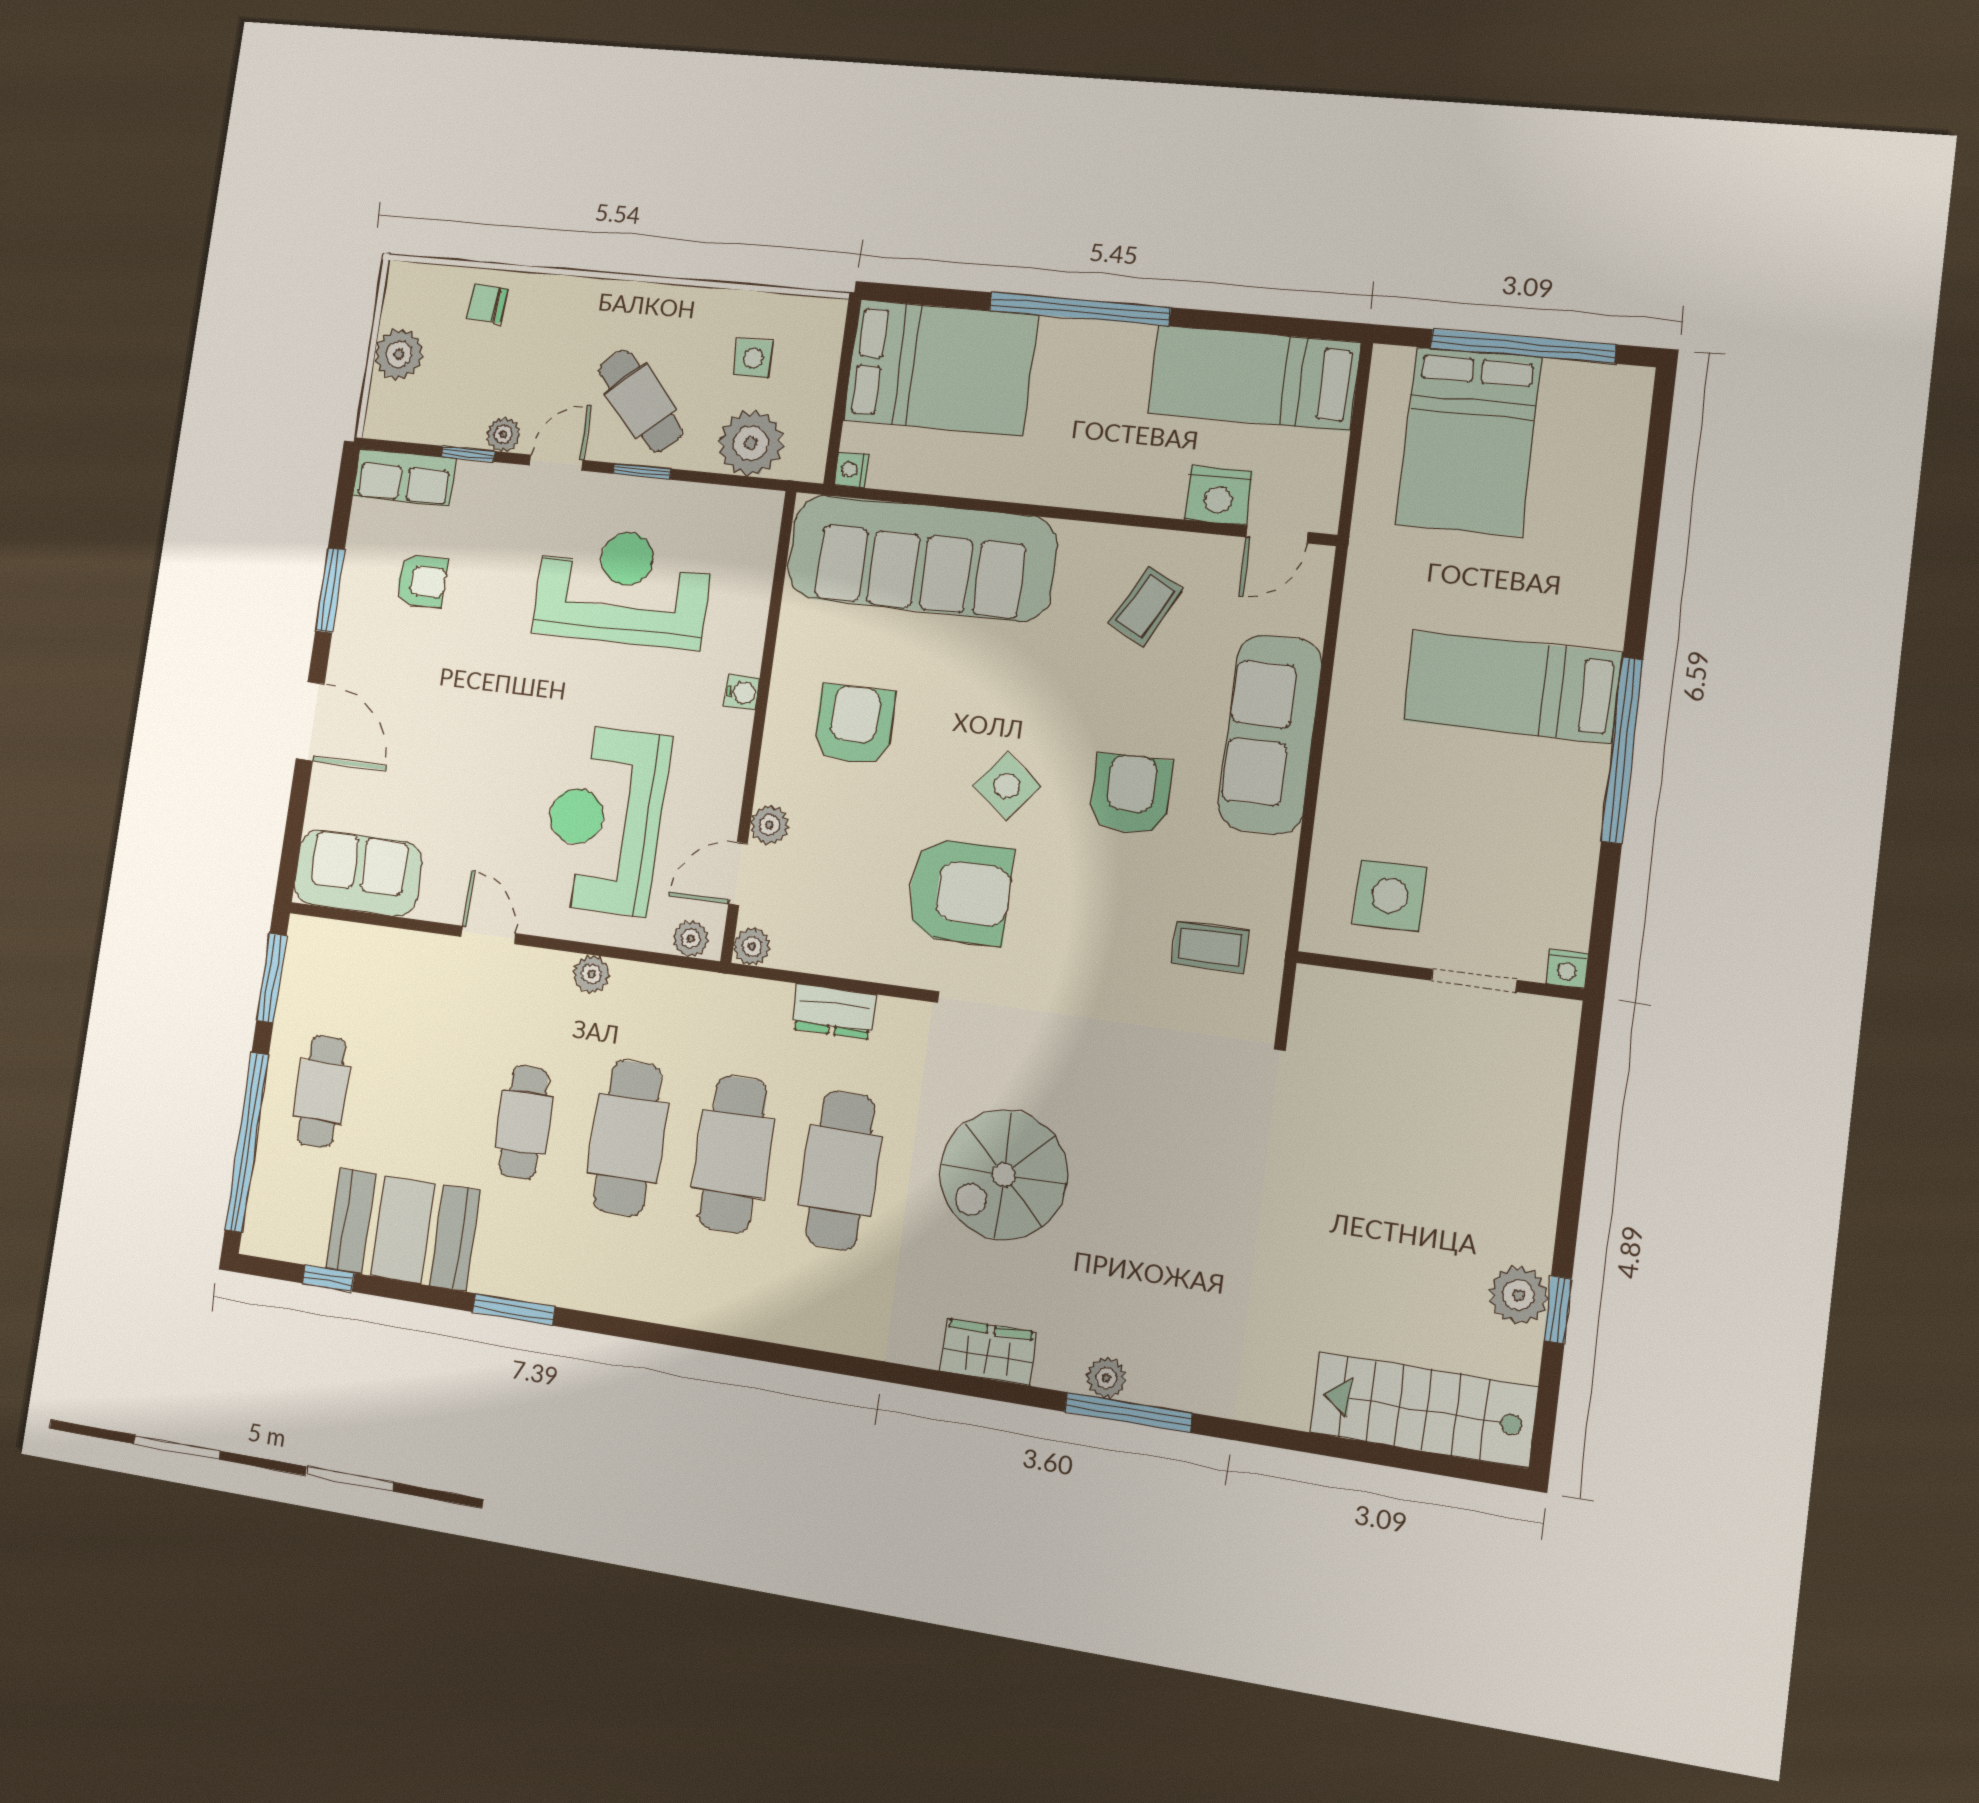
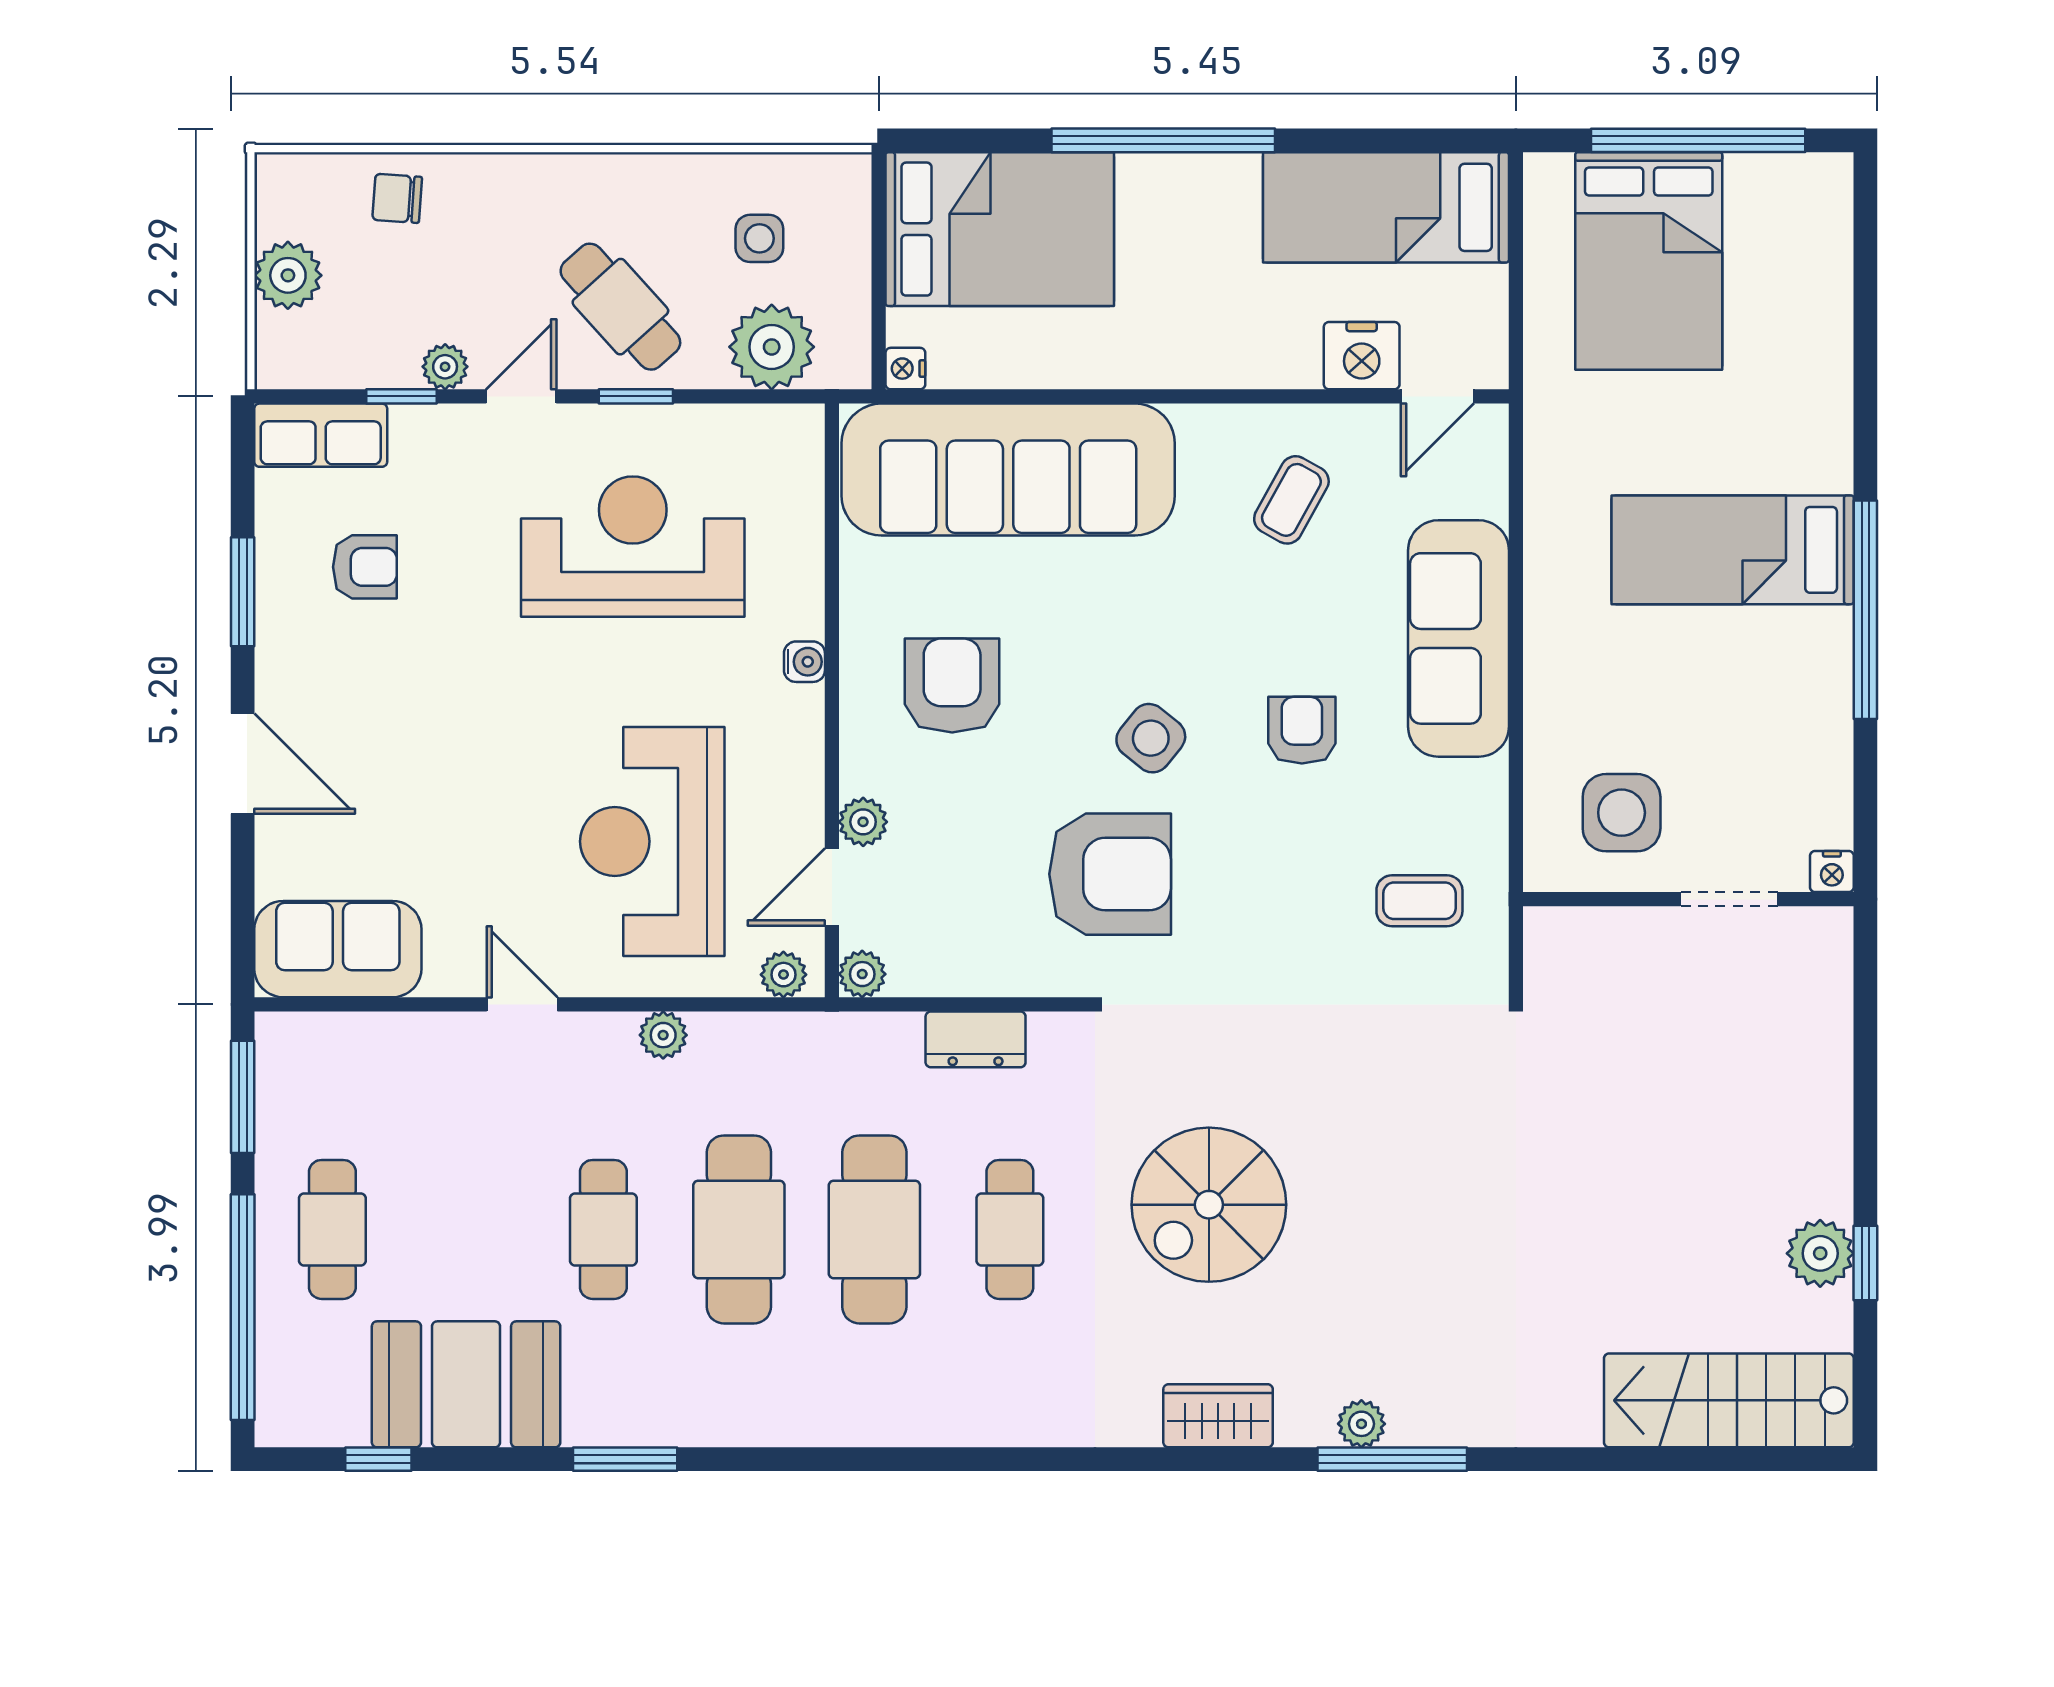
armchair: (1131, 794) -> (1302, 730), width x0.72, depth x0.72
cafe table: (840, 1171) -> (1010, 1229), width x0.73, depth x0.74

